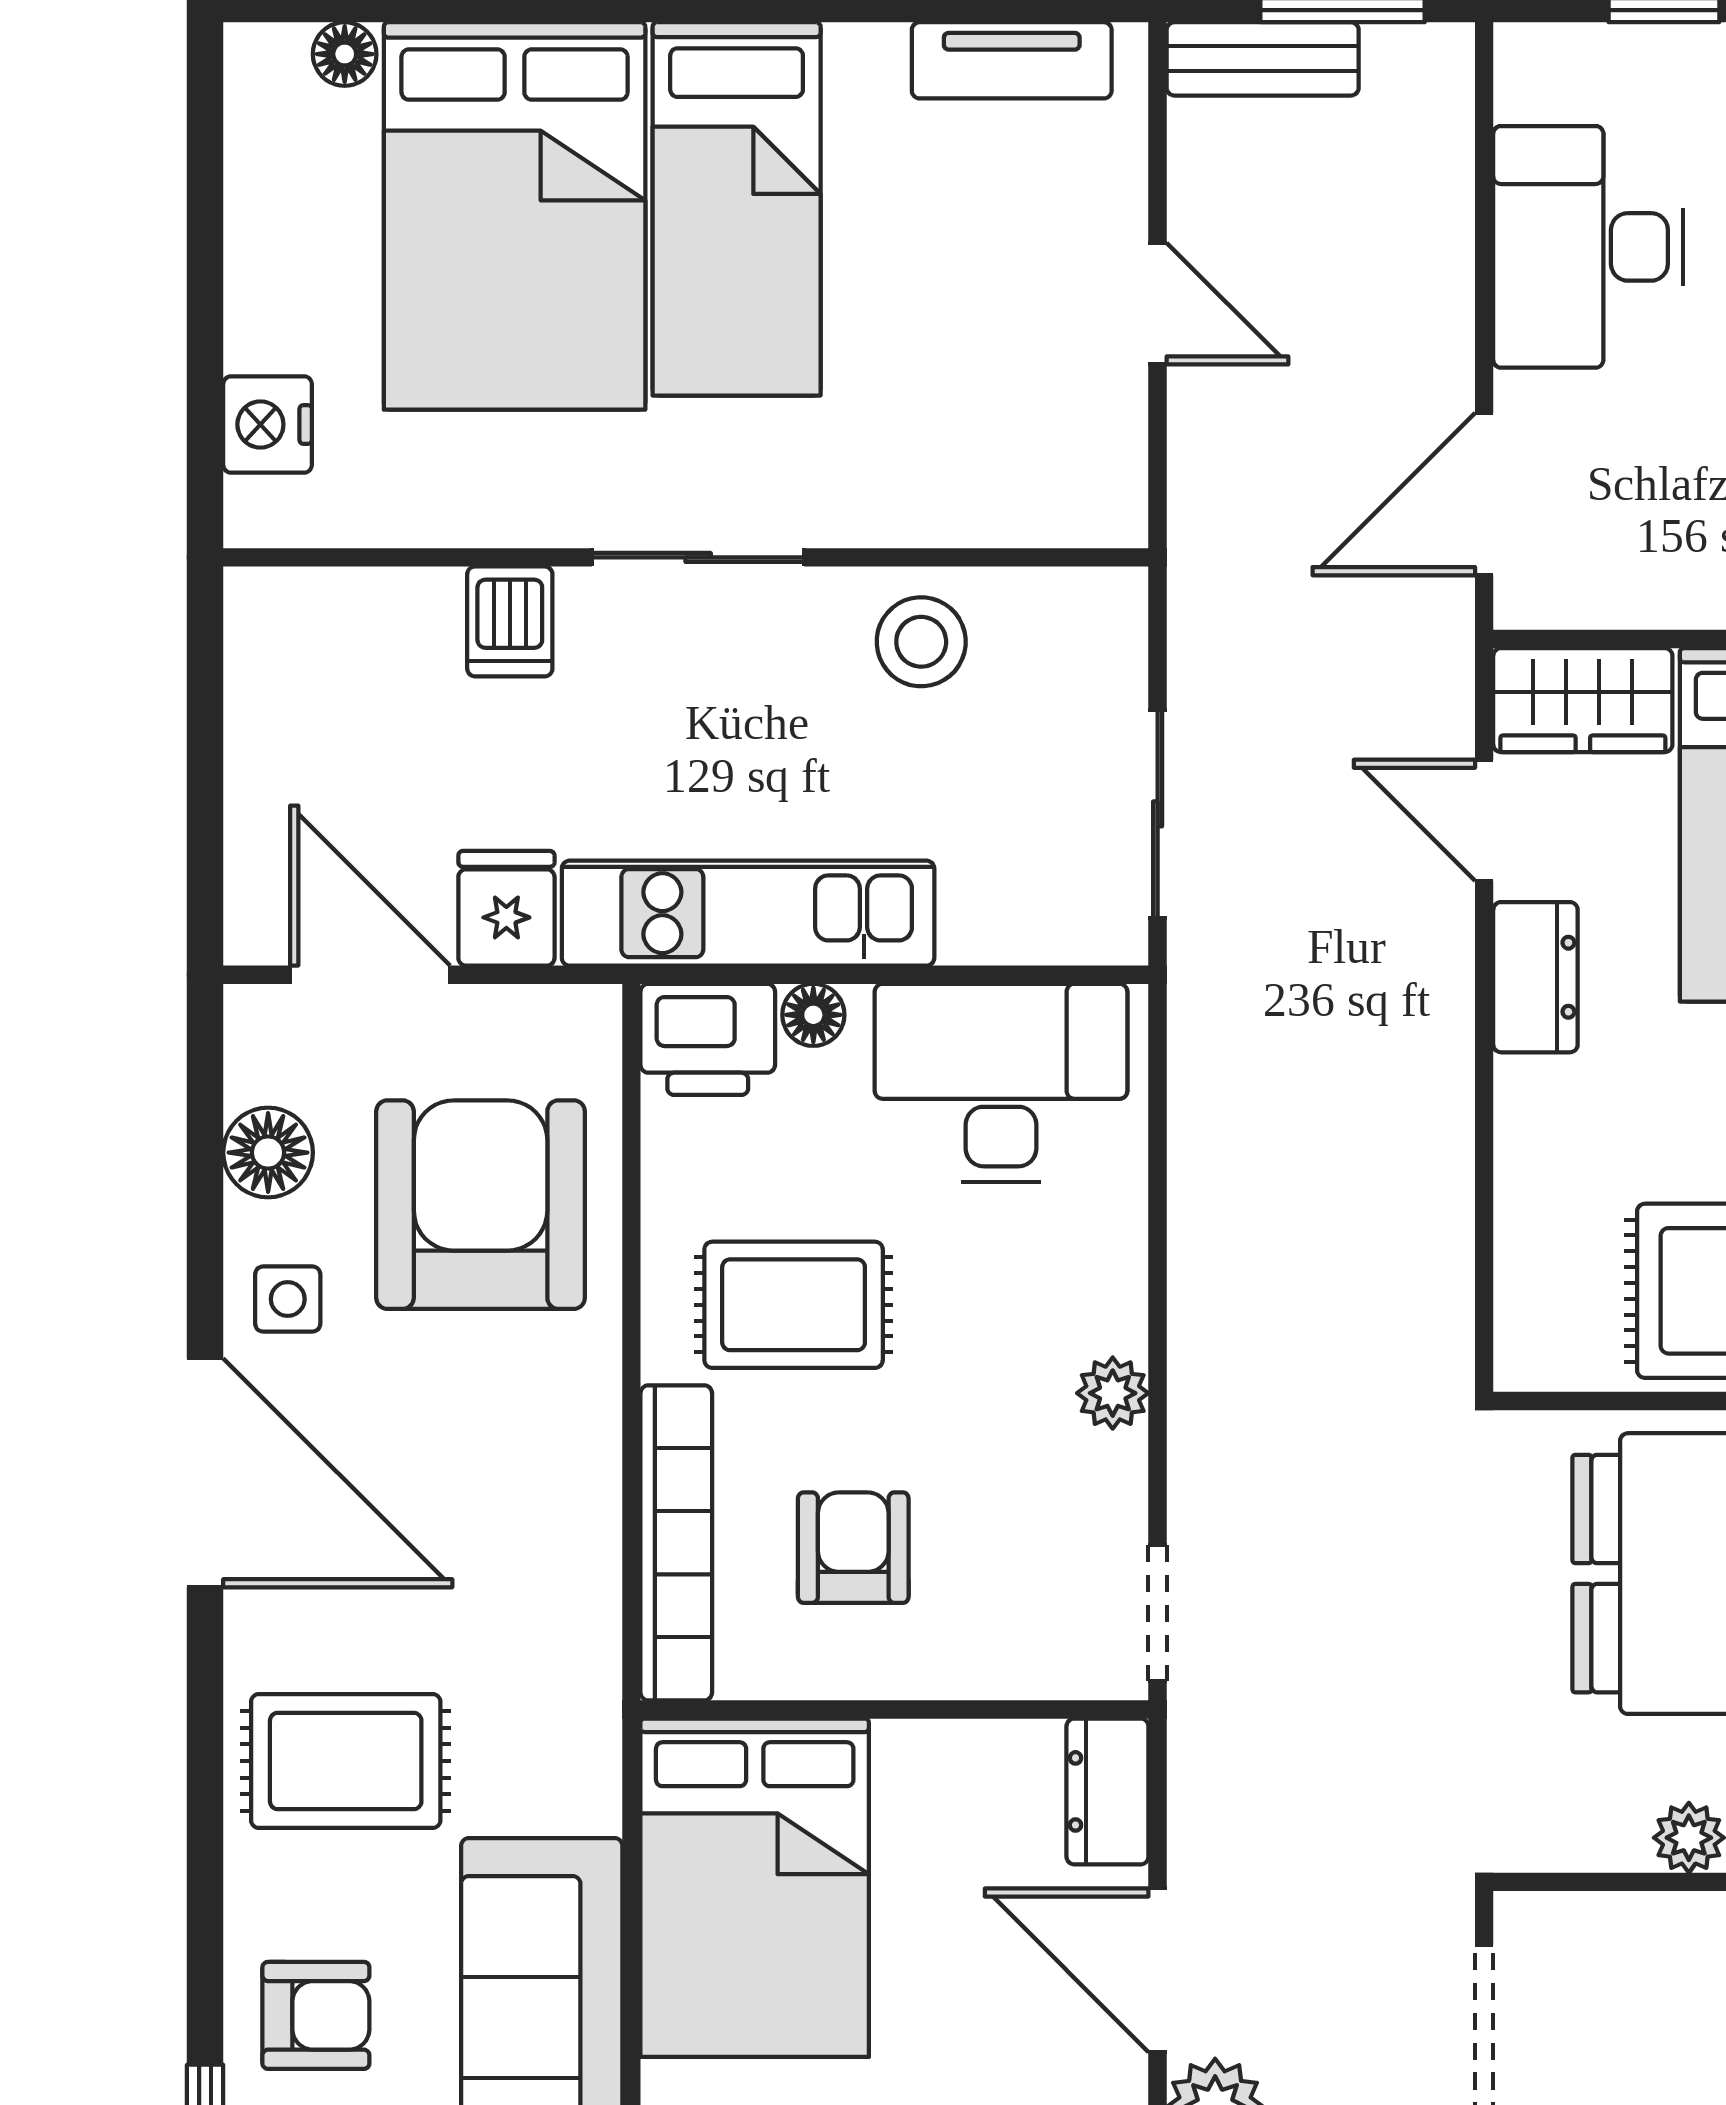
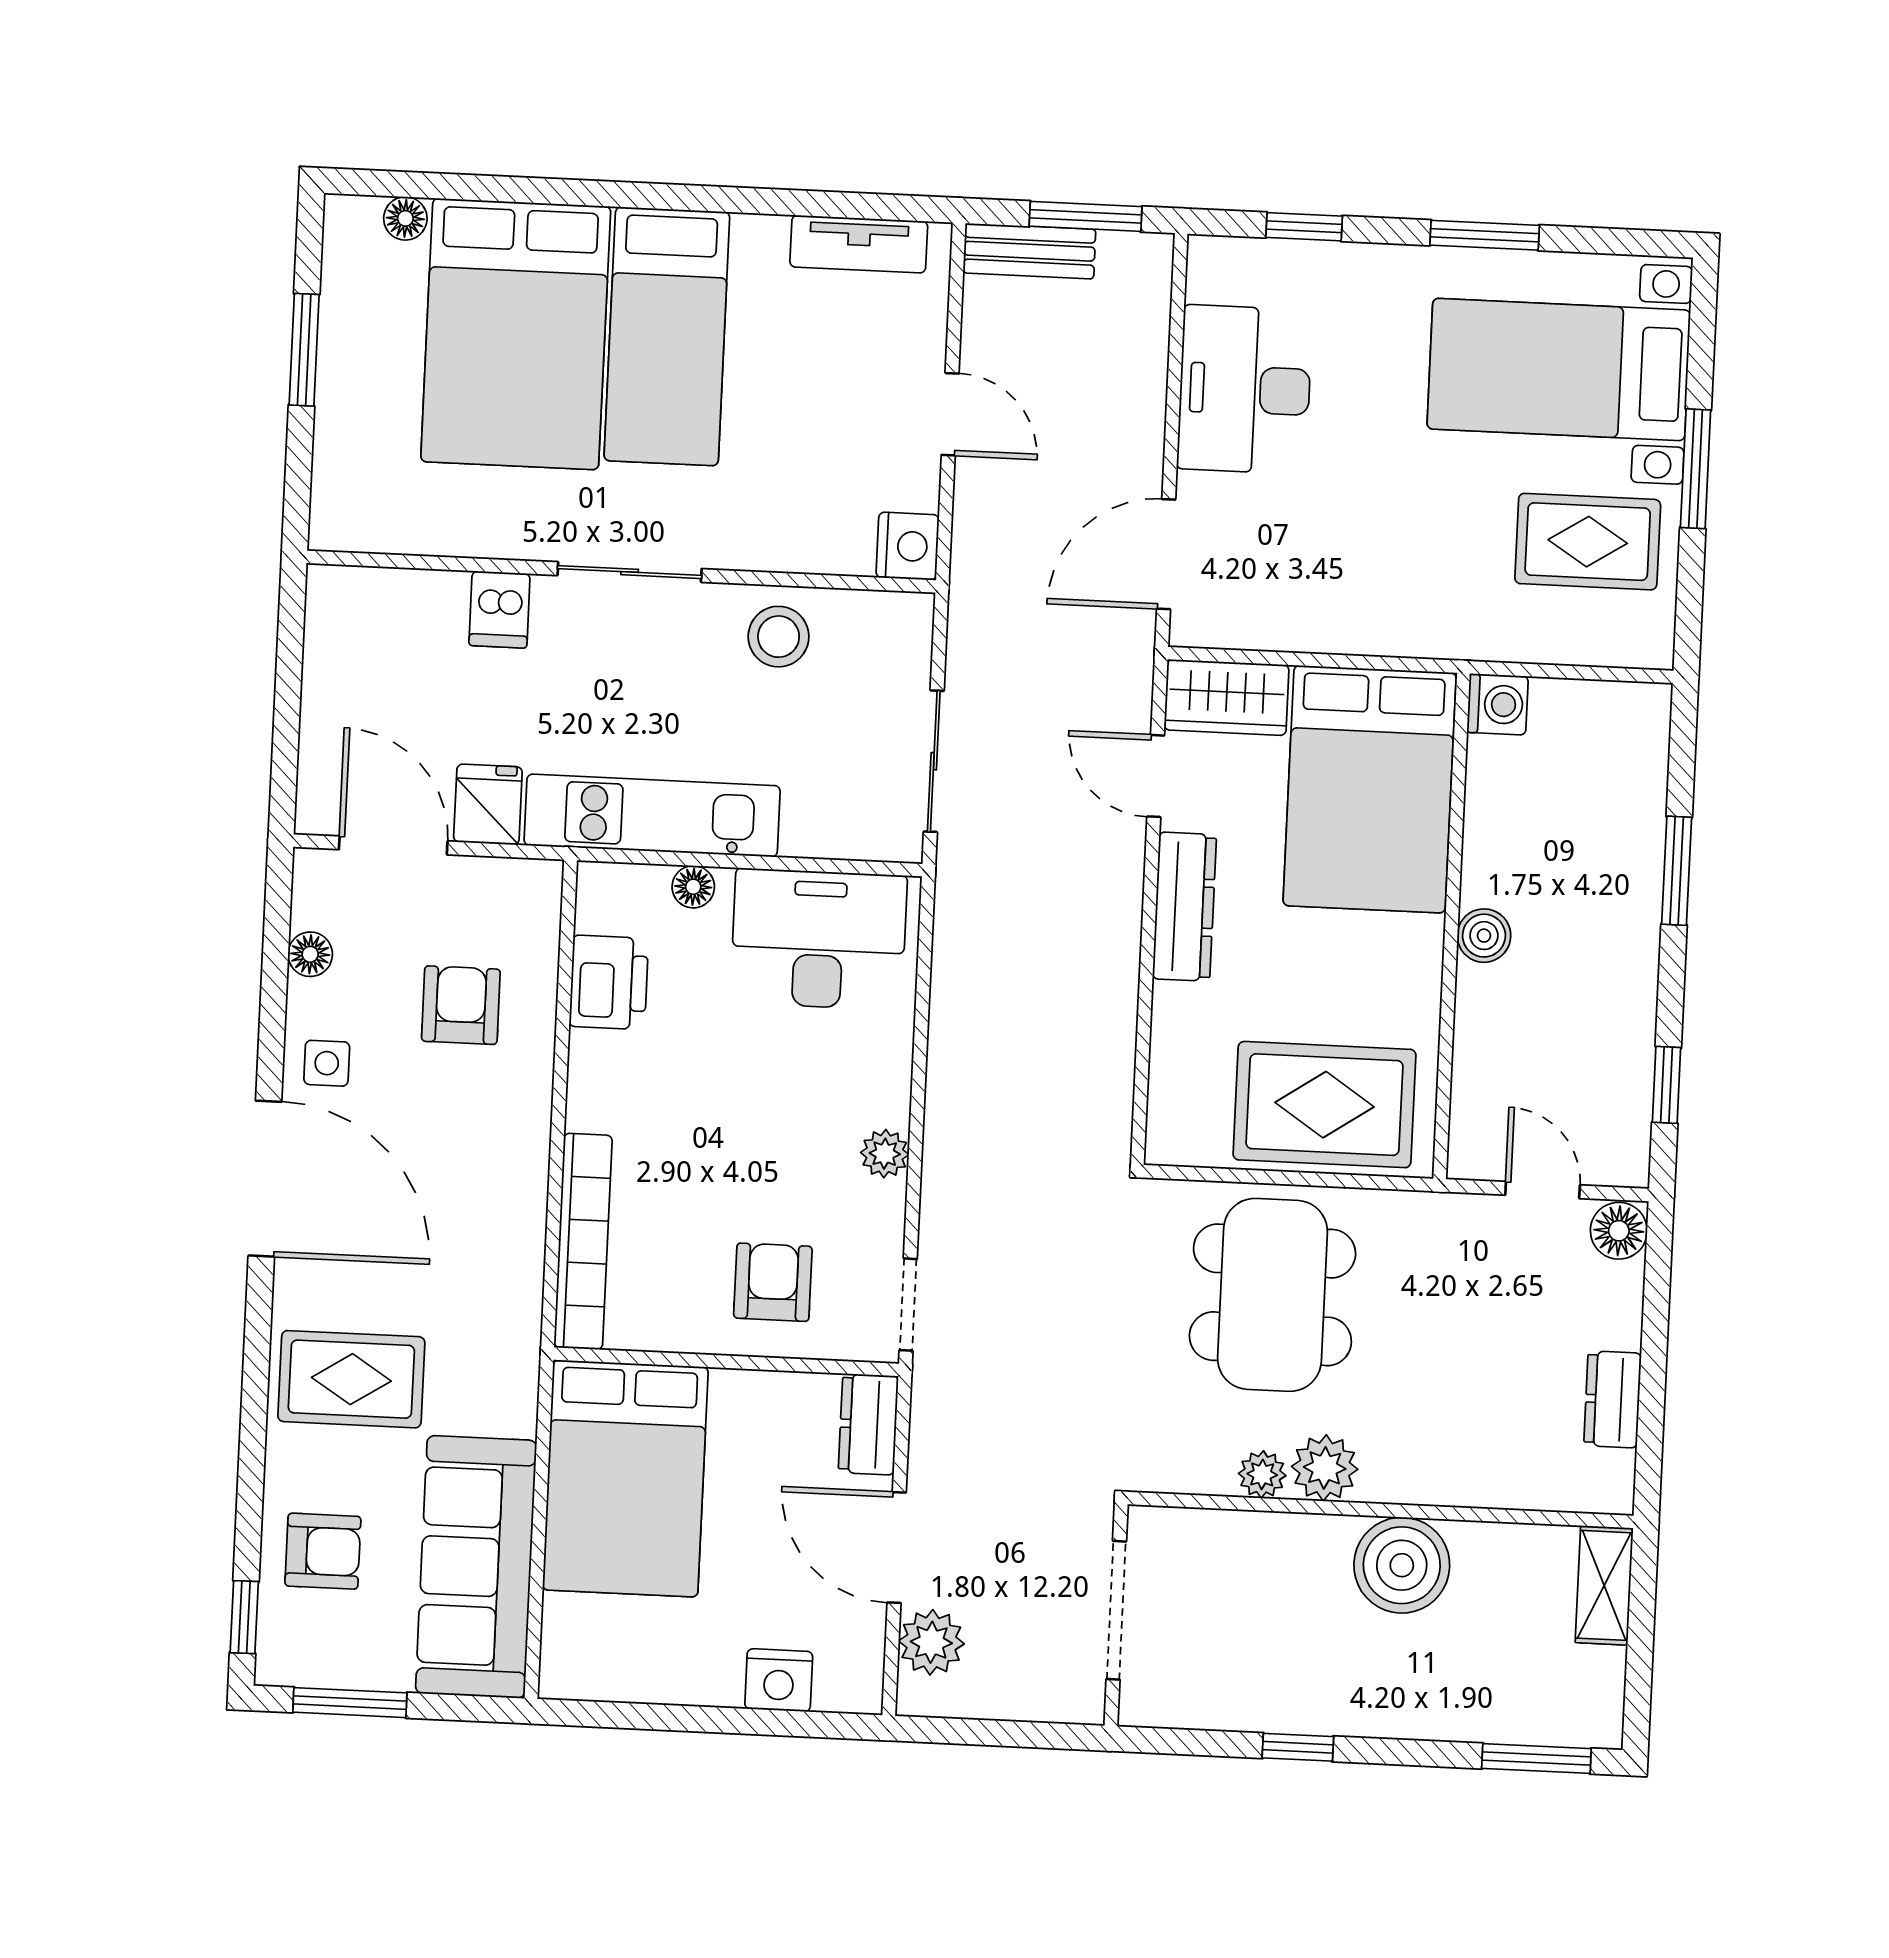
window: (205, 254) -> (304, 350), added
nightstand: (268, 424) -> (908, 546), moved, turned 180
dresser: (1535, 977) -> (1184, 907), width x1.44
printer: (708, 1039) -> (609, 982), moved, turned -90
floor lamp: (268, 1153) -> (310, 954), width x0.73, depth x0.73
armchair: (481, 1205) -> (461, 1005), width x0.53, depth x0.53
rug: (794, 1305) -> (671, 1083), removed
armchair: (853, 1548) -> (773, 1282), moved

